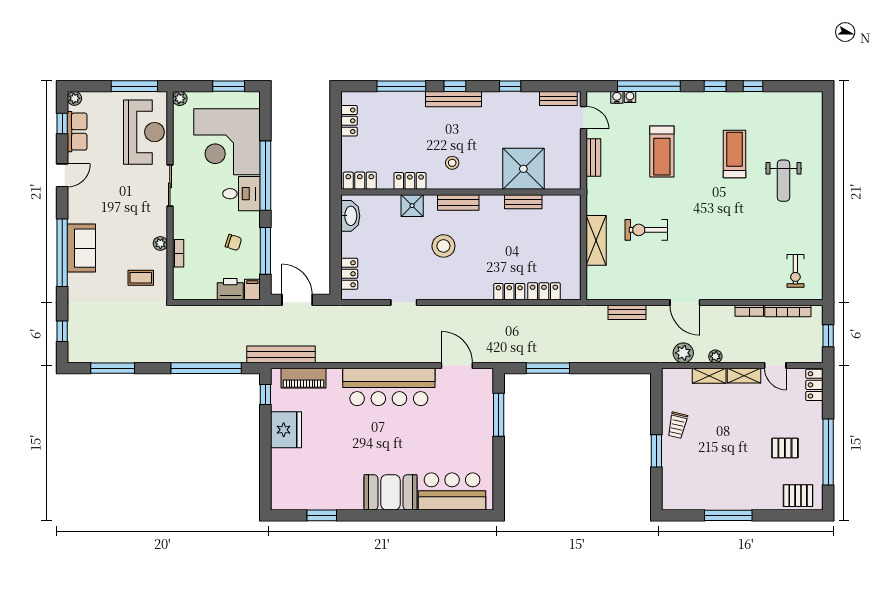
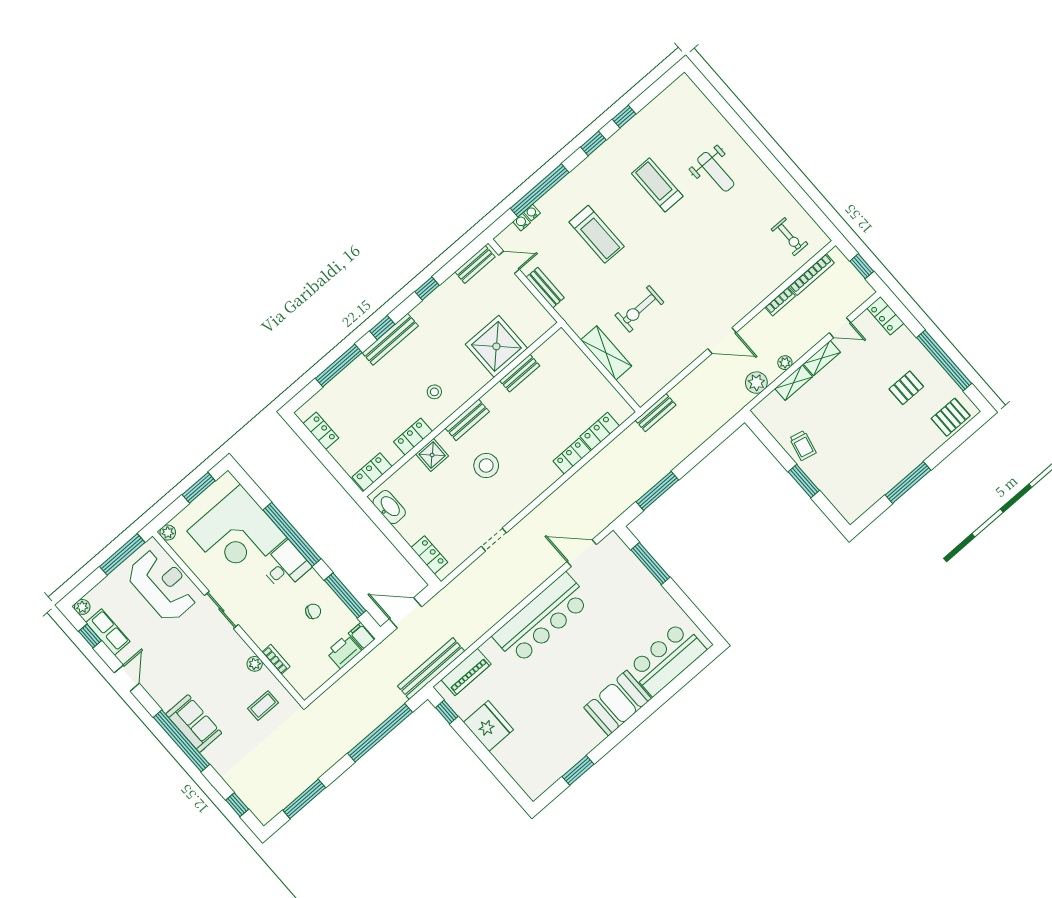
bench: (627, 312) -> (656, 413), moved

